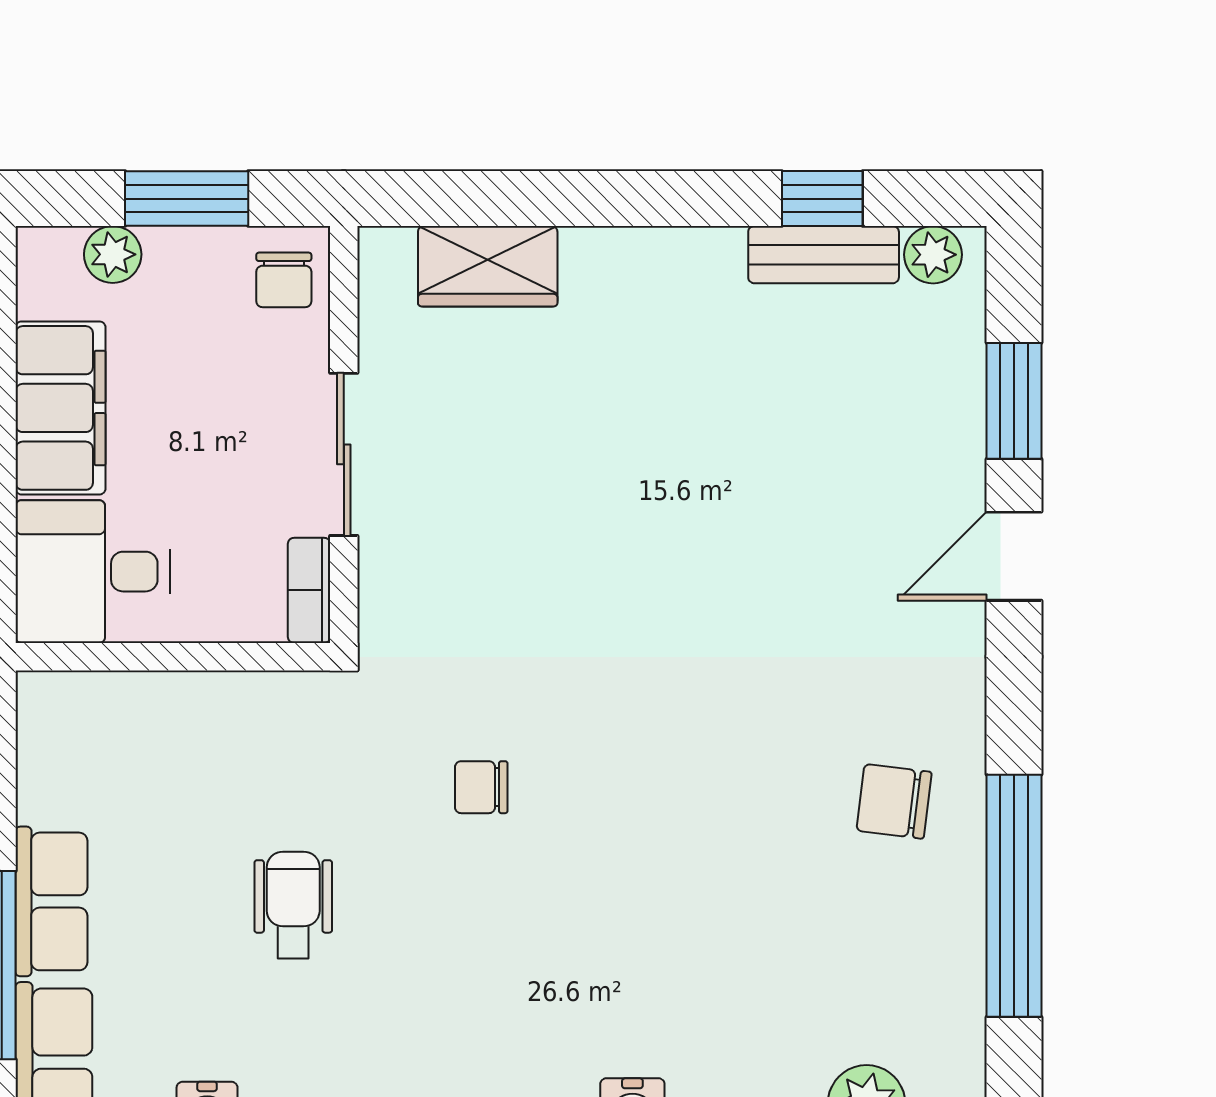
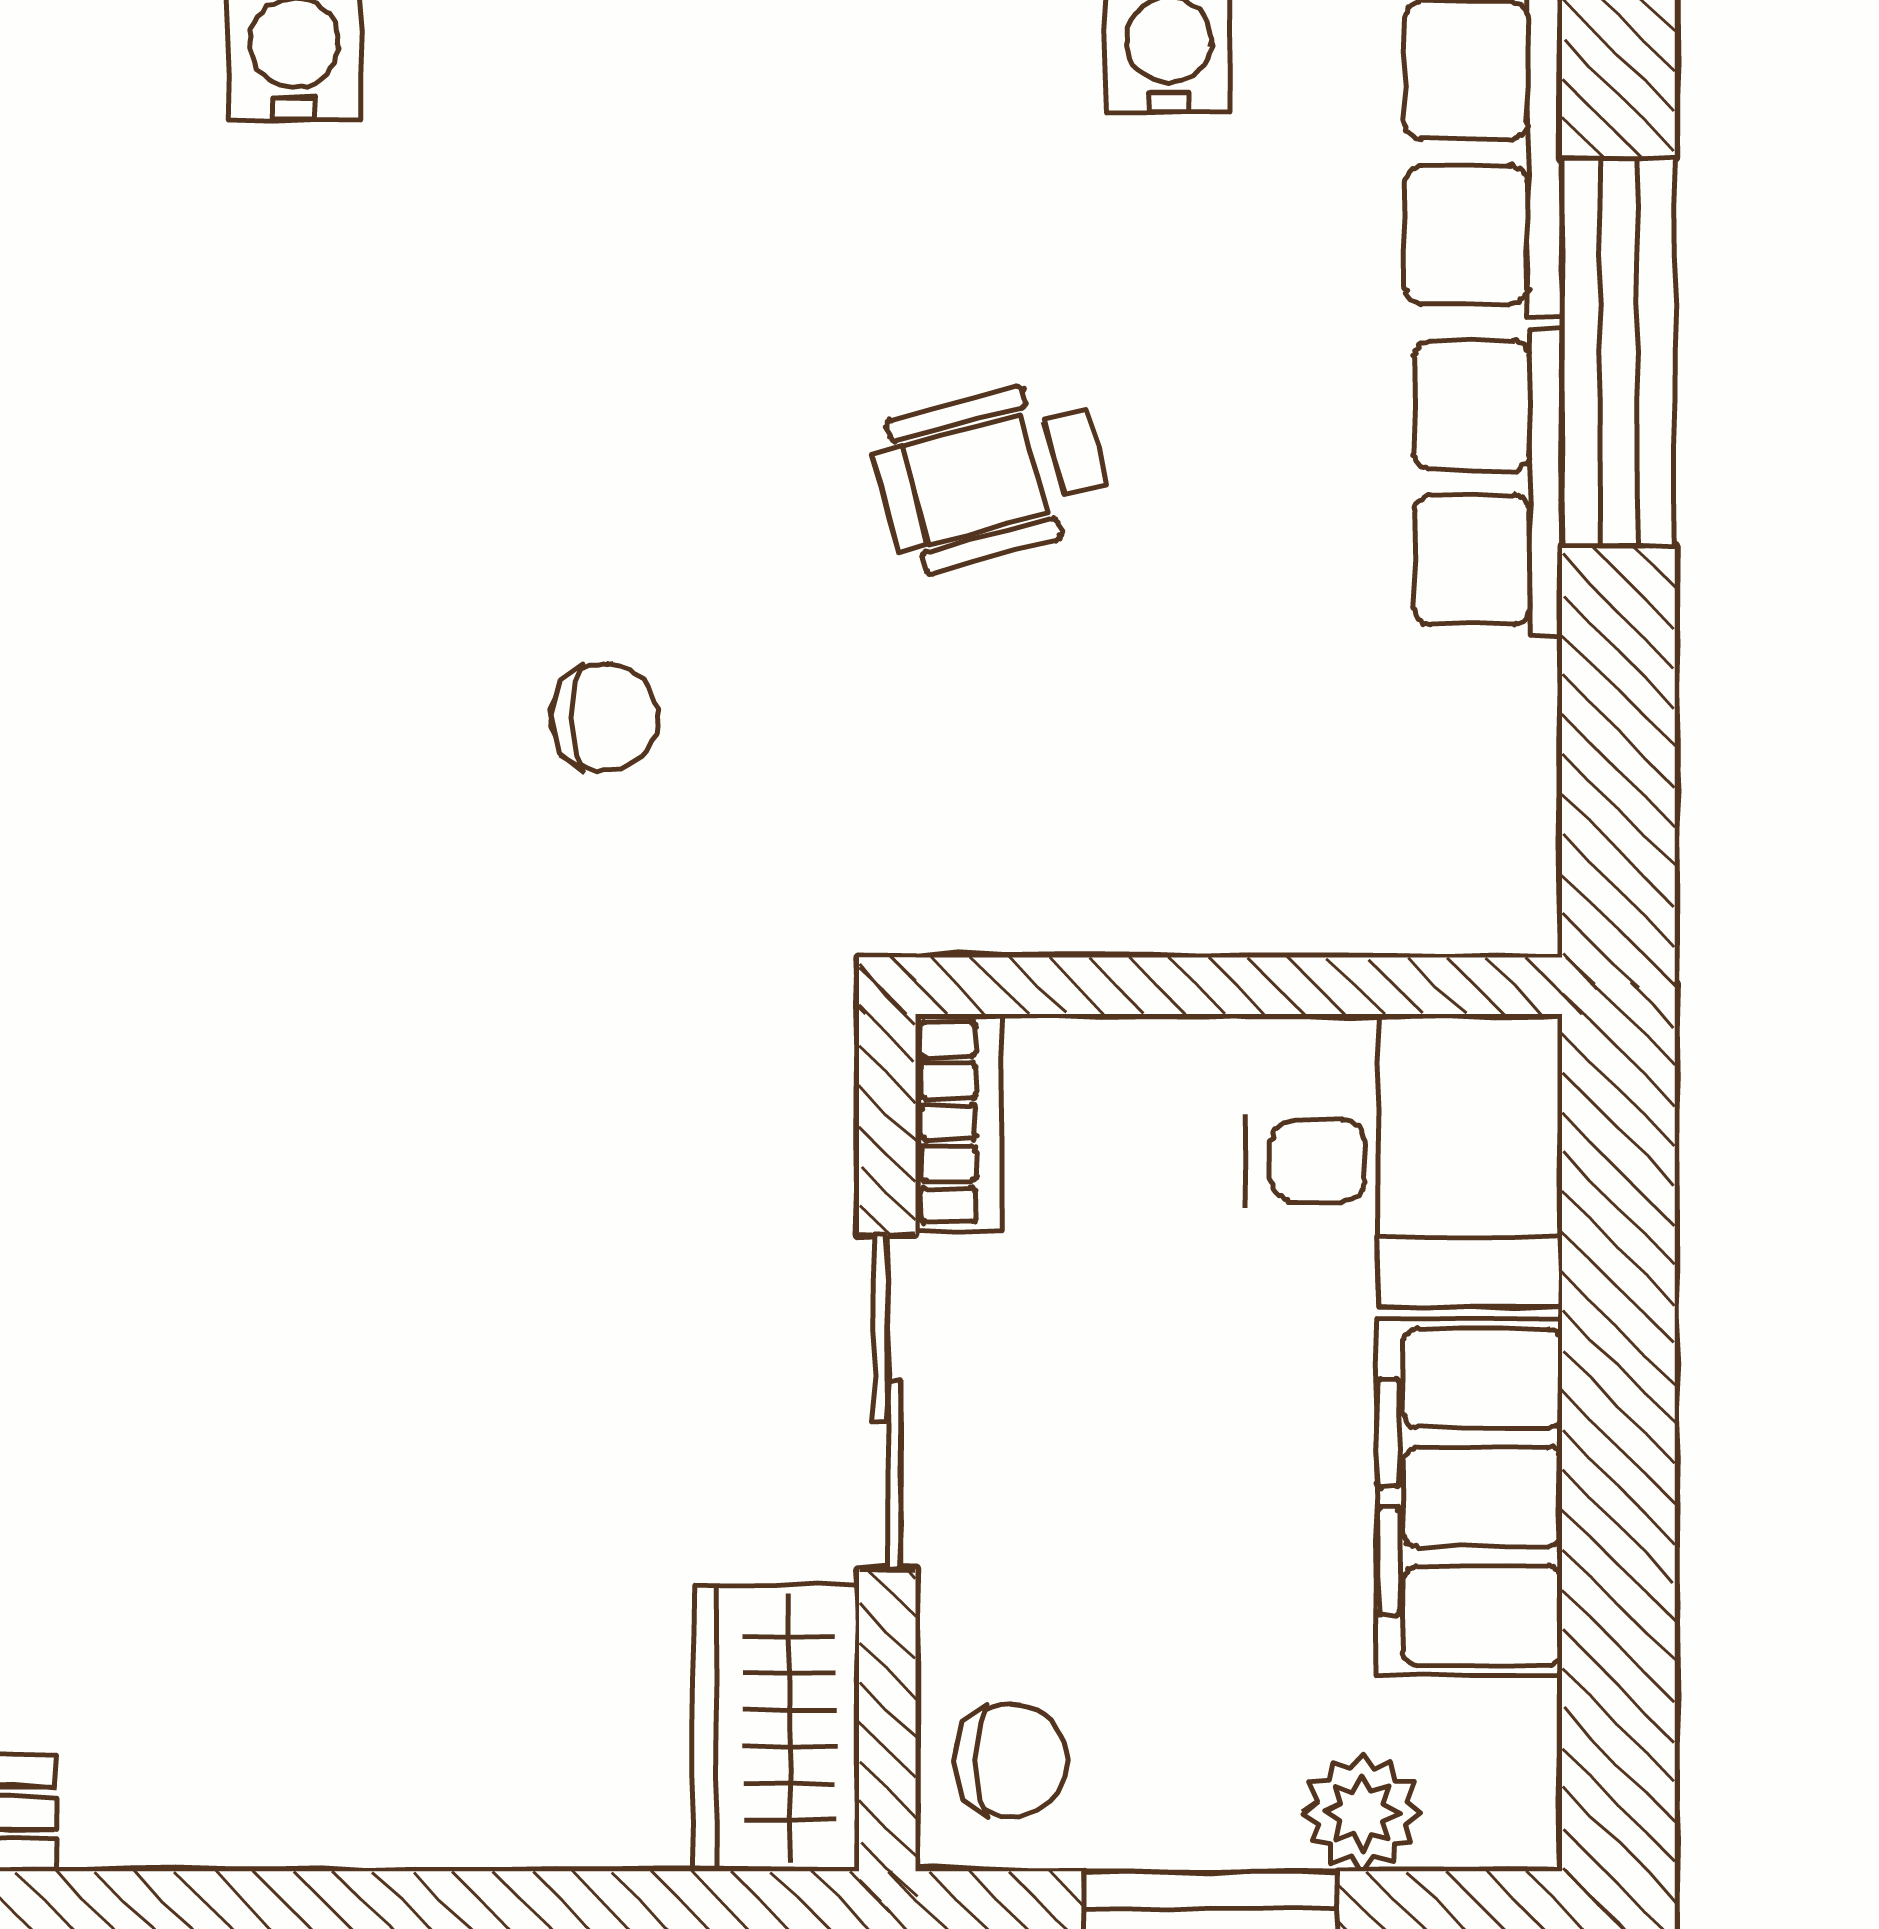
wardrobe: (488, 266) -> (776, 1728), moved, turned -90
chair: (284, 280) -> (1011, 1760), turned 90
wheelchair: (293, 905) -> (991, 475), turned 75

